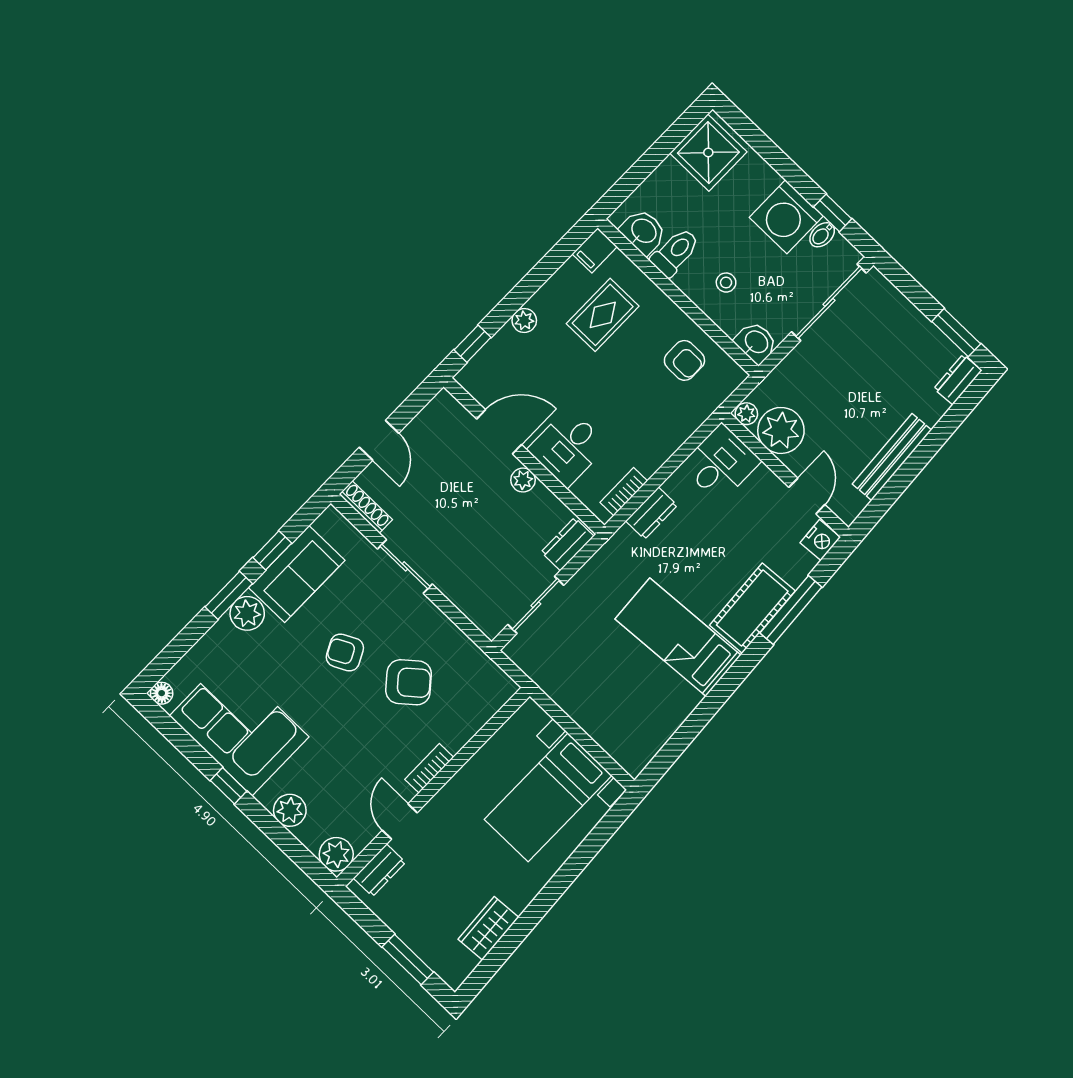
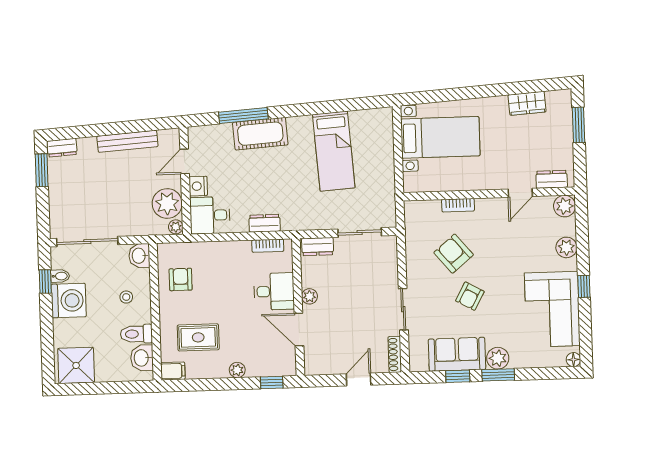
nightstand: (820, 540) -> (198, 186), moved, turned -86
bed: (678, 637) -> (334, 151), moved
armchair: (345, 652) -> (470, 296), turned 56
bookcase: (429, 768) -> (458, 205), moved

